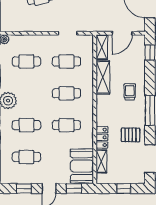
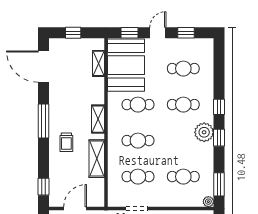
shelving: (102, 47) -> (98, 119), moved
pallet: (131, 135) -> (65, 93), removed
locker: (102, 137) -> (98, 91), removed
booth: (82, 166) -> (126, 65), width x1.36, depth x1.42

